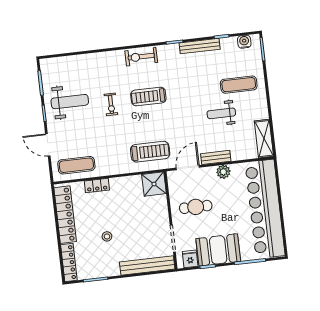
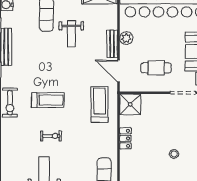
treadmill: (148, 97) -> (48, 100), turned -90
locker: (97, 186) -> (125, 138), moved
cafe table: (196, 207) -> (156, 68), turned 90

